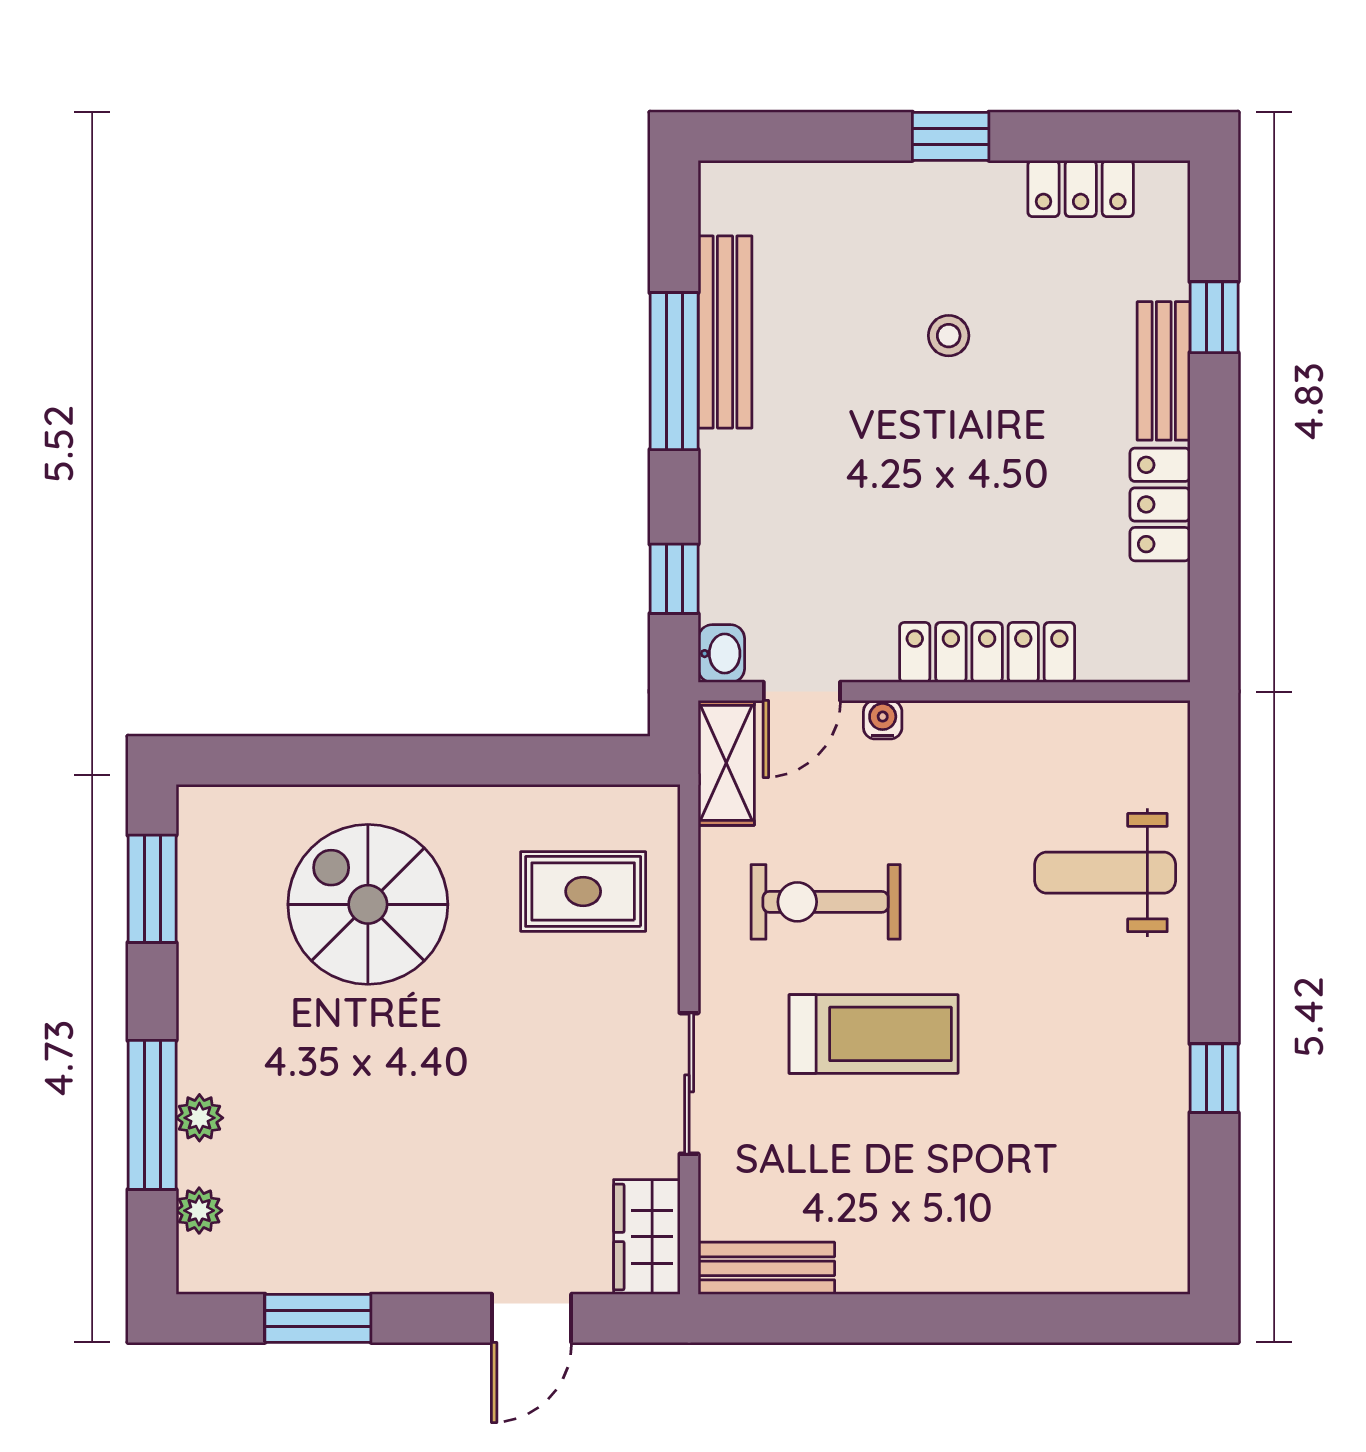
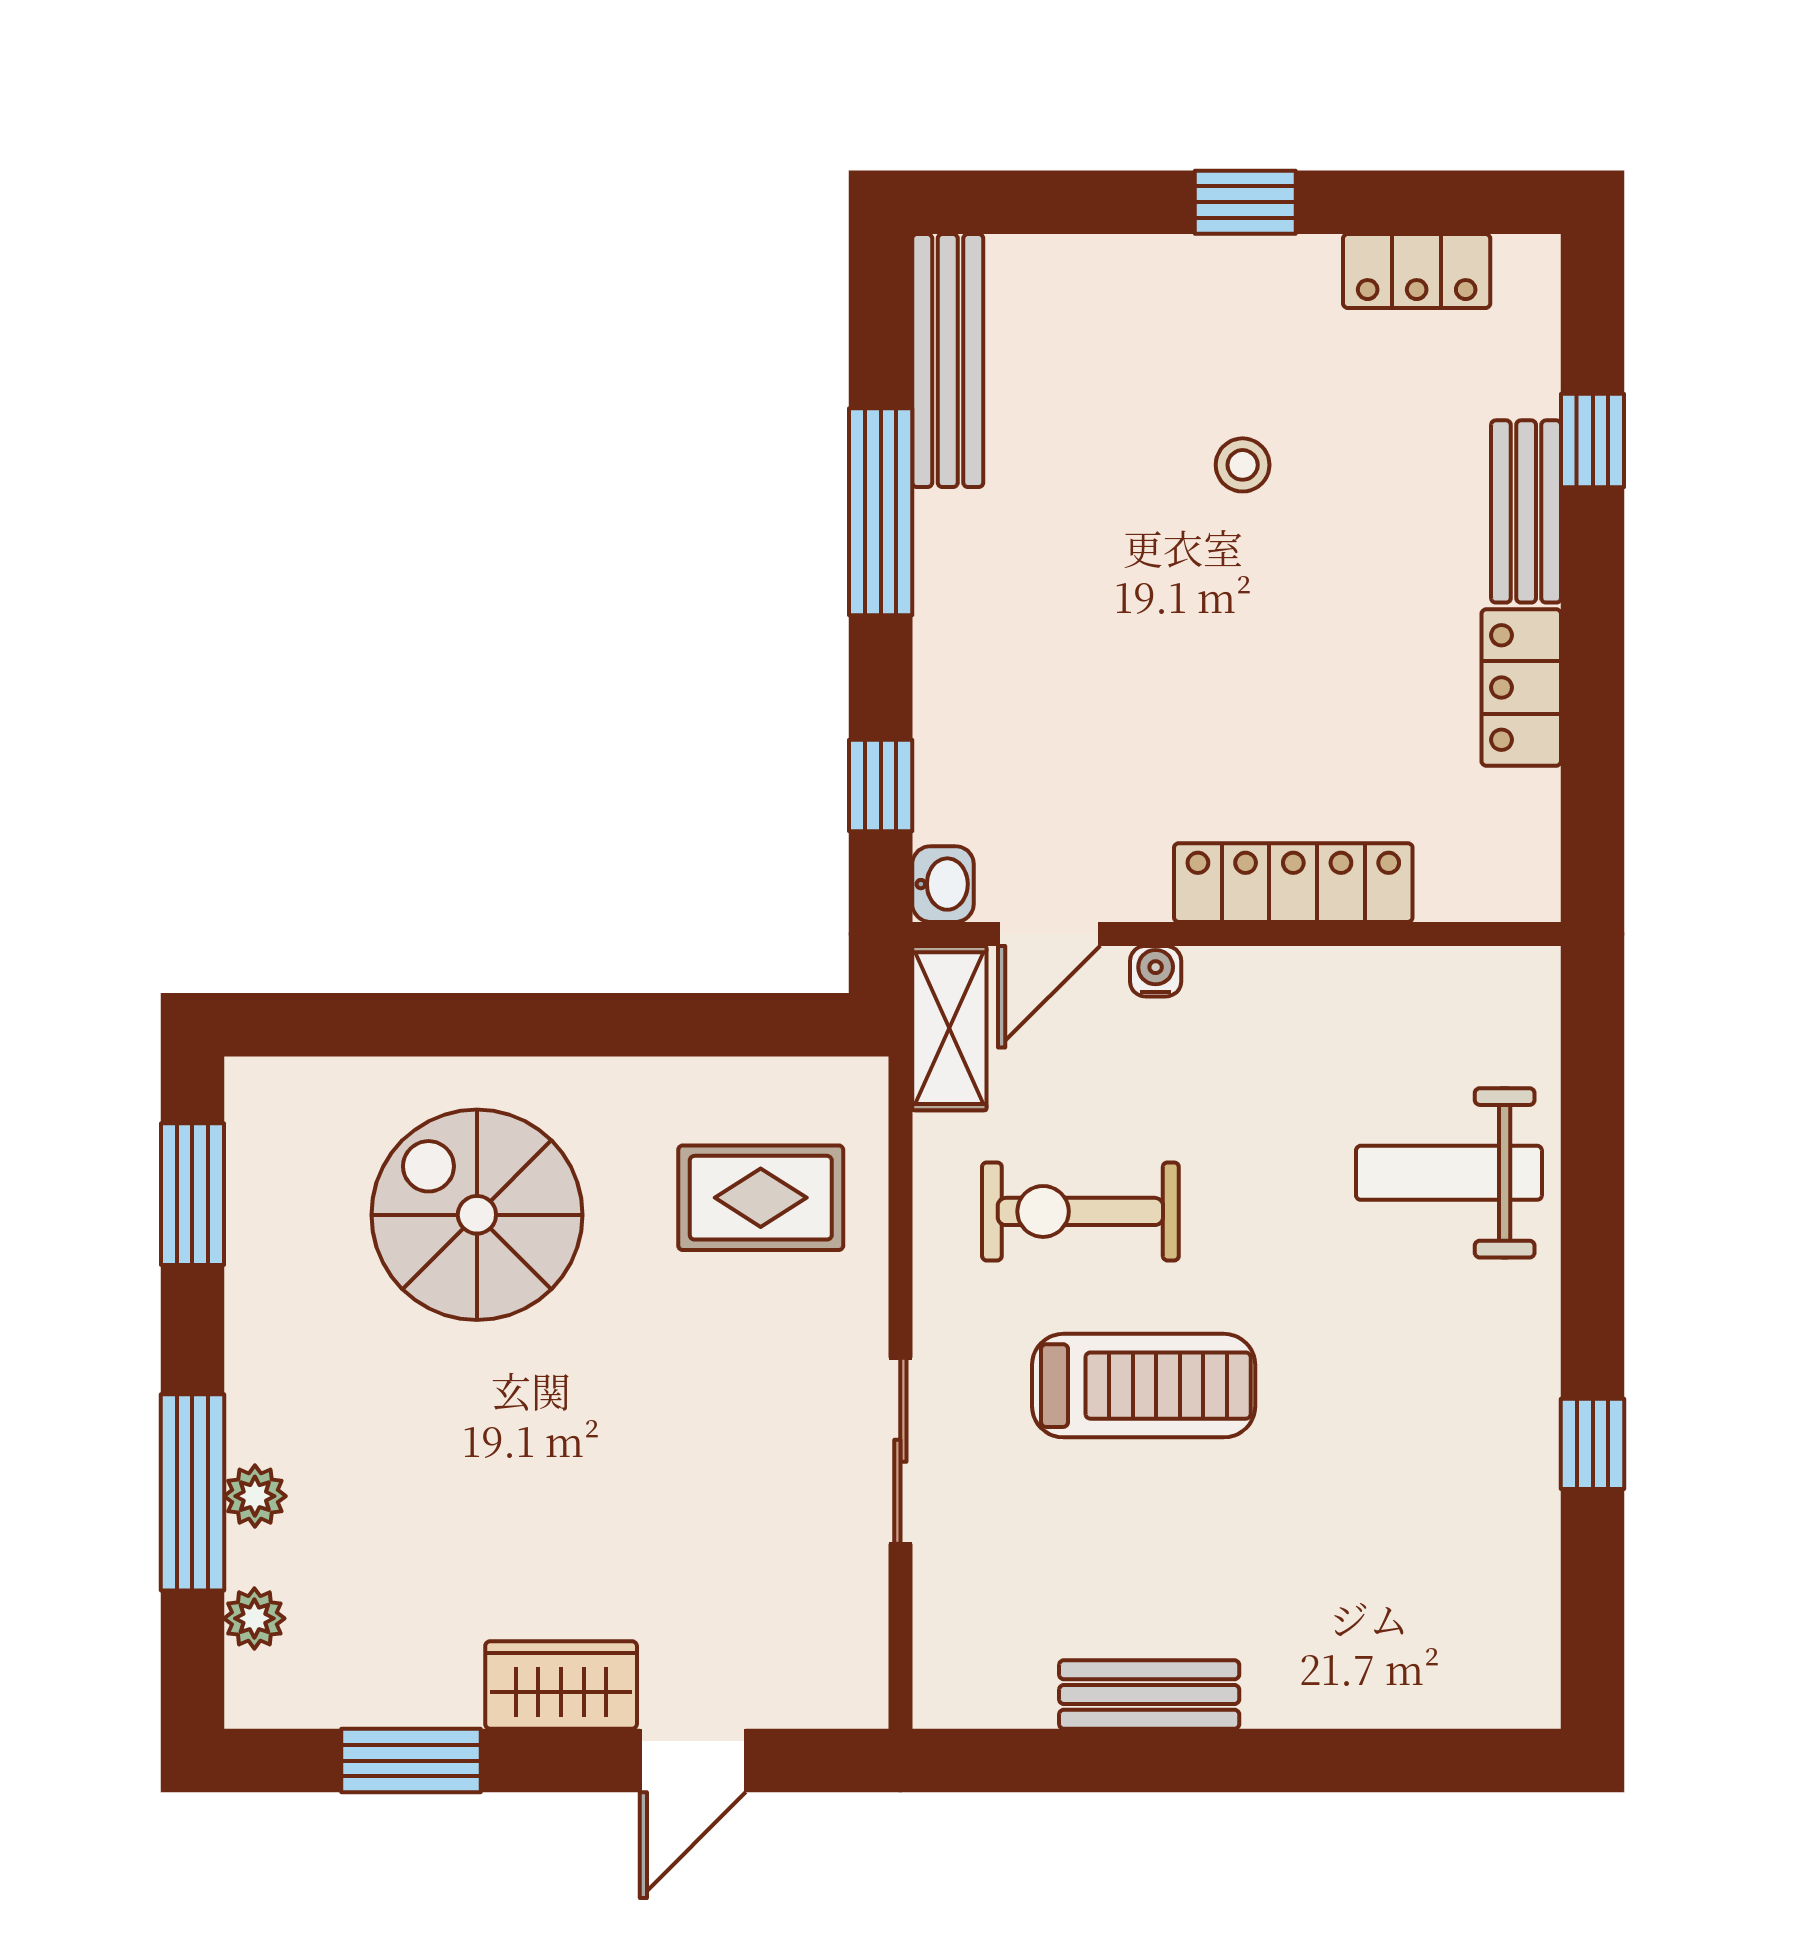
bench: (725, 332) -> (948, 361), moved
wardrobe: (647, 1237) -> (561, 1685), moved, turned 90
bench: (766, 1268) -> (1149, 1695), moved

